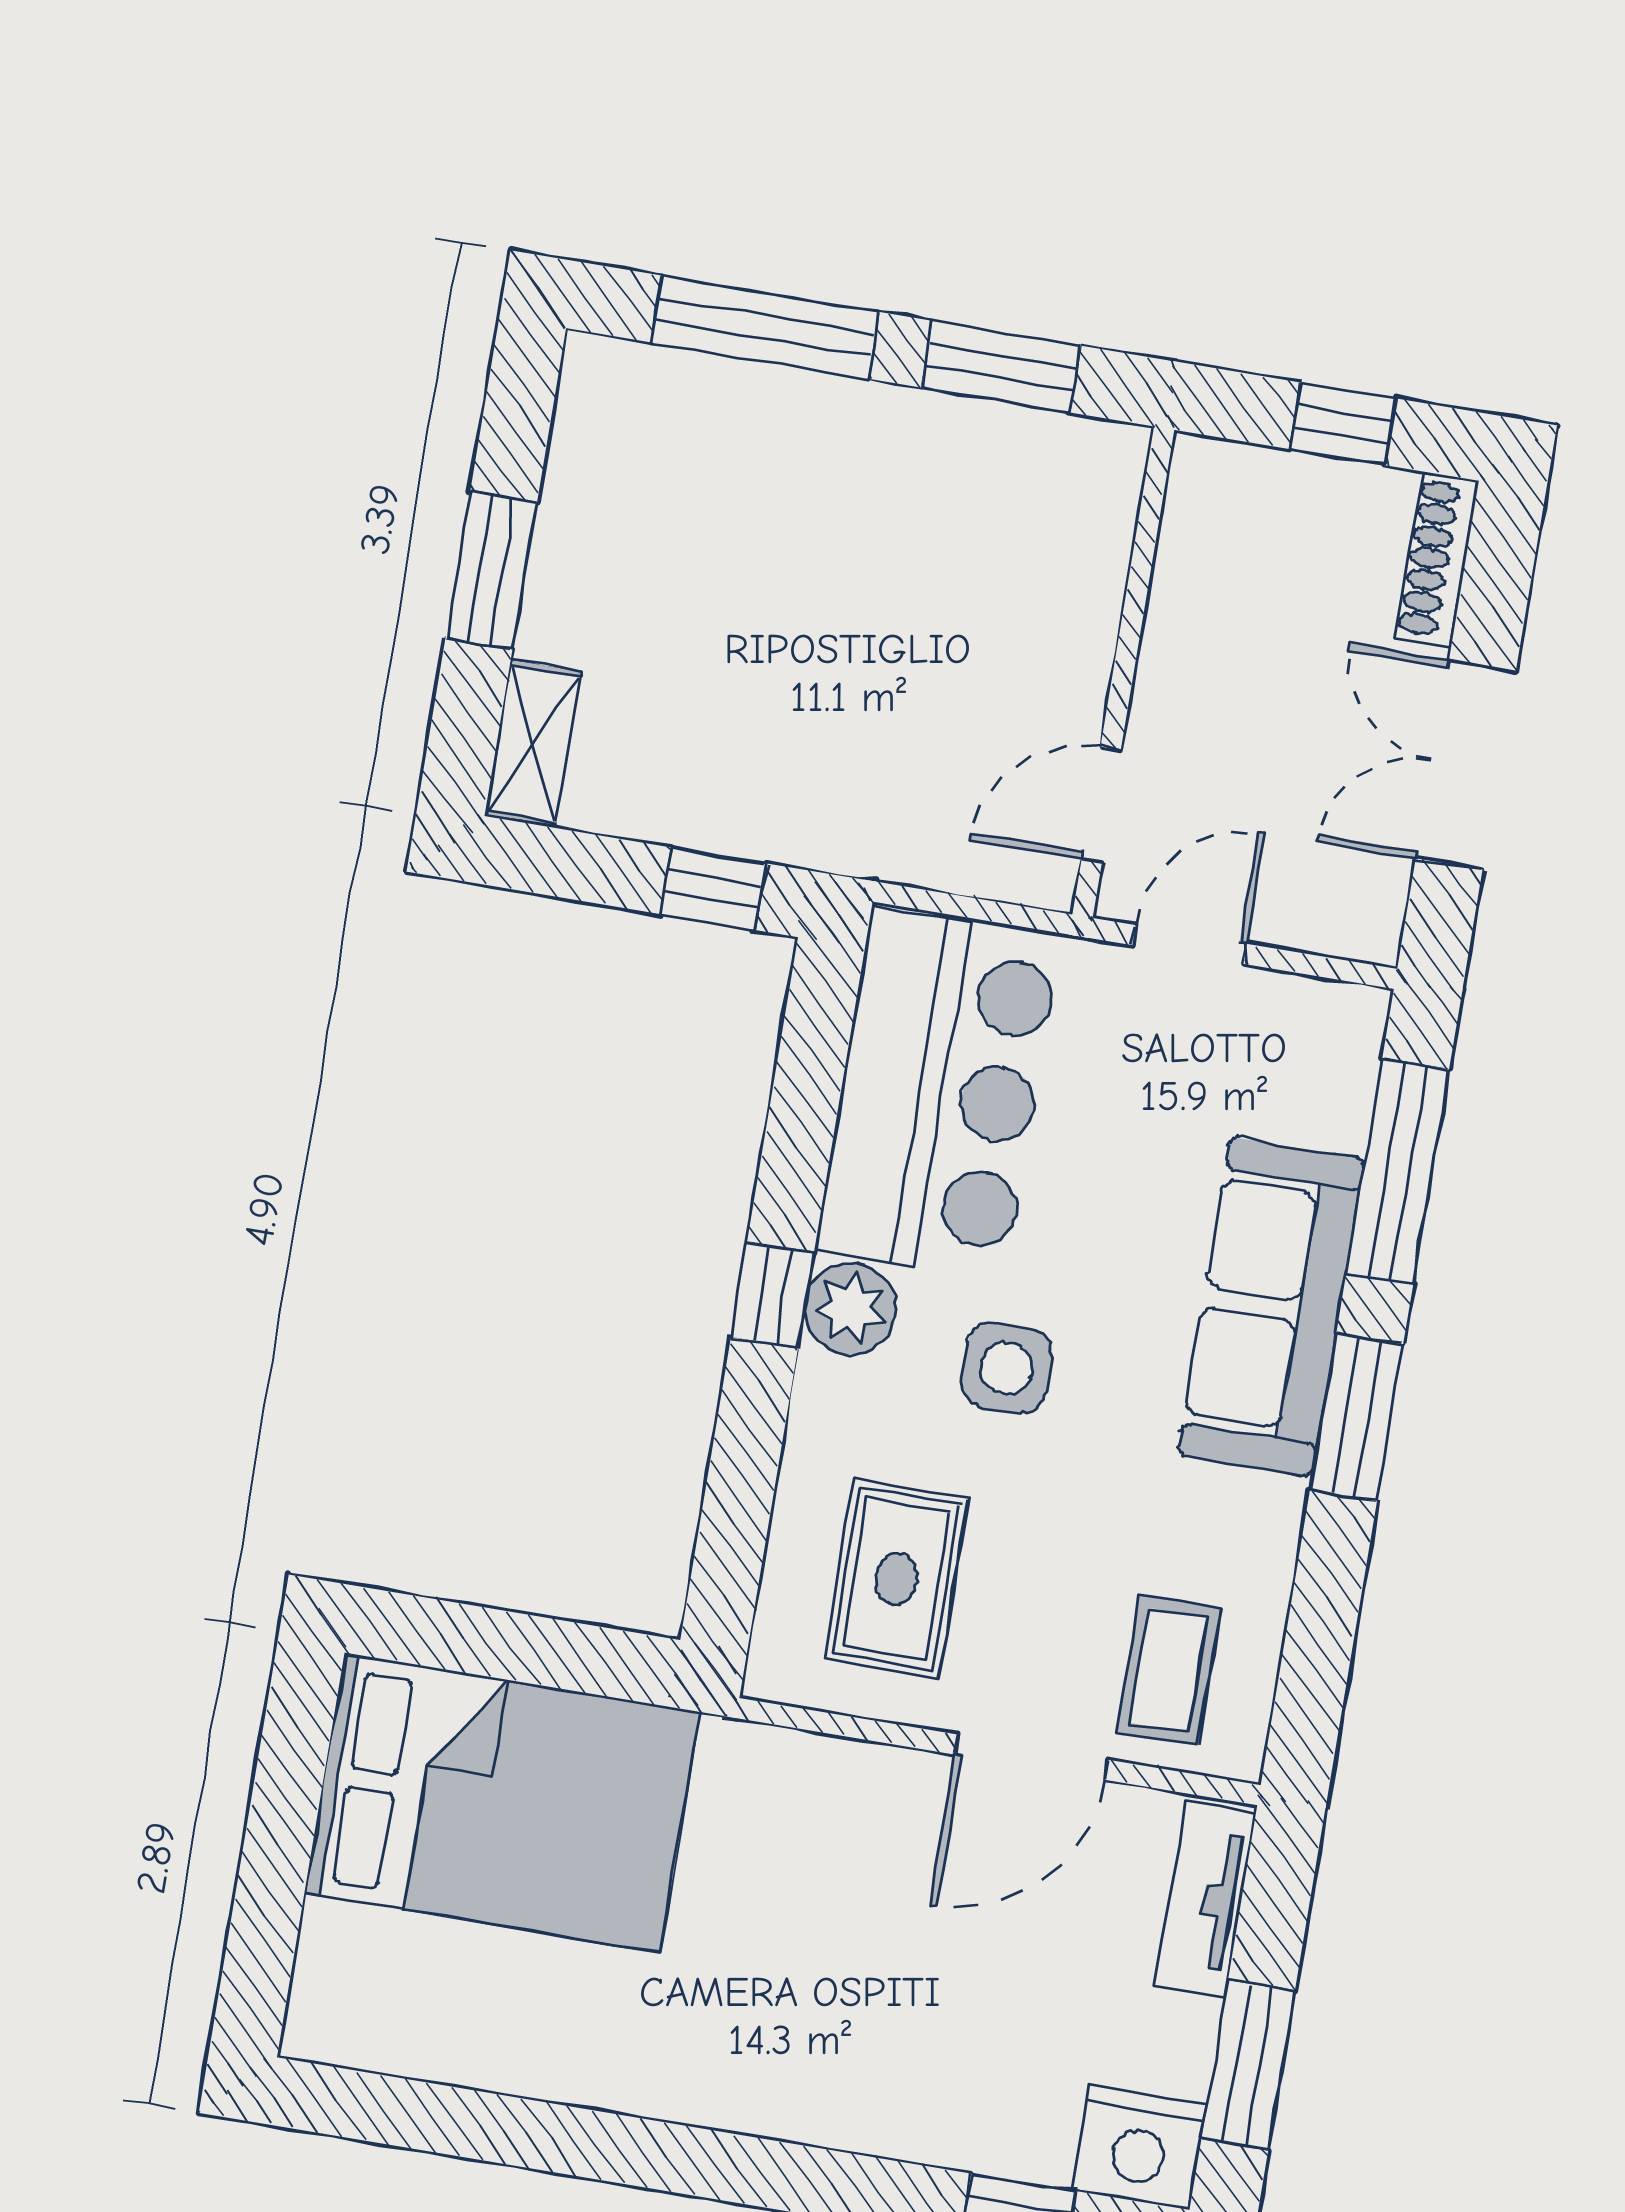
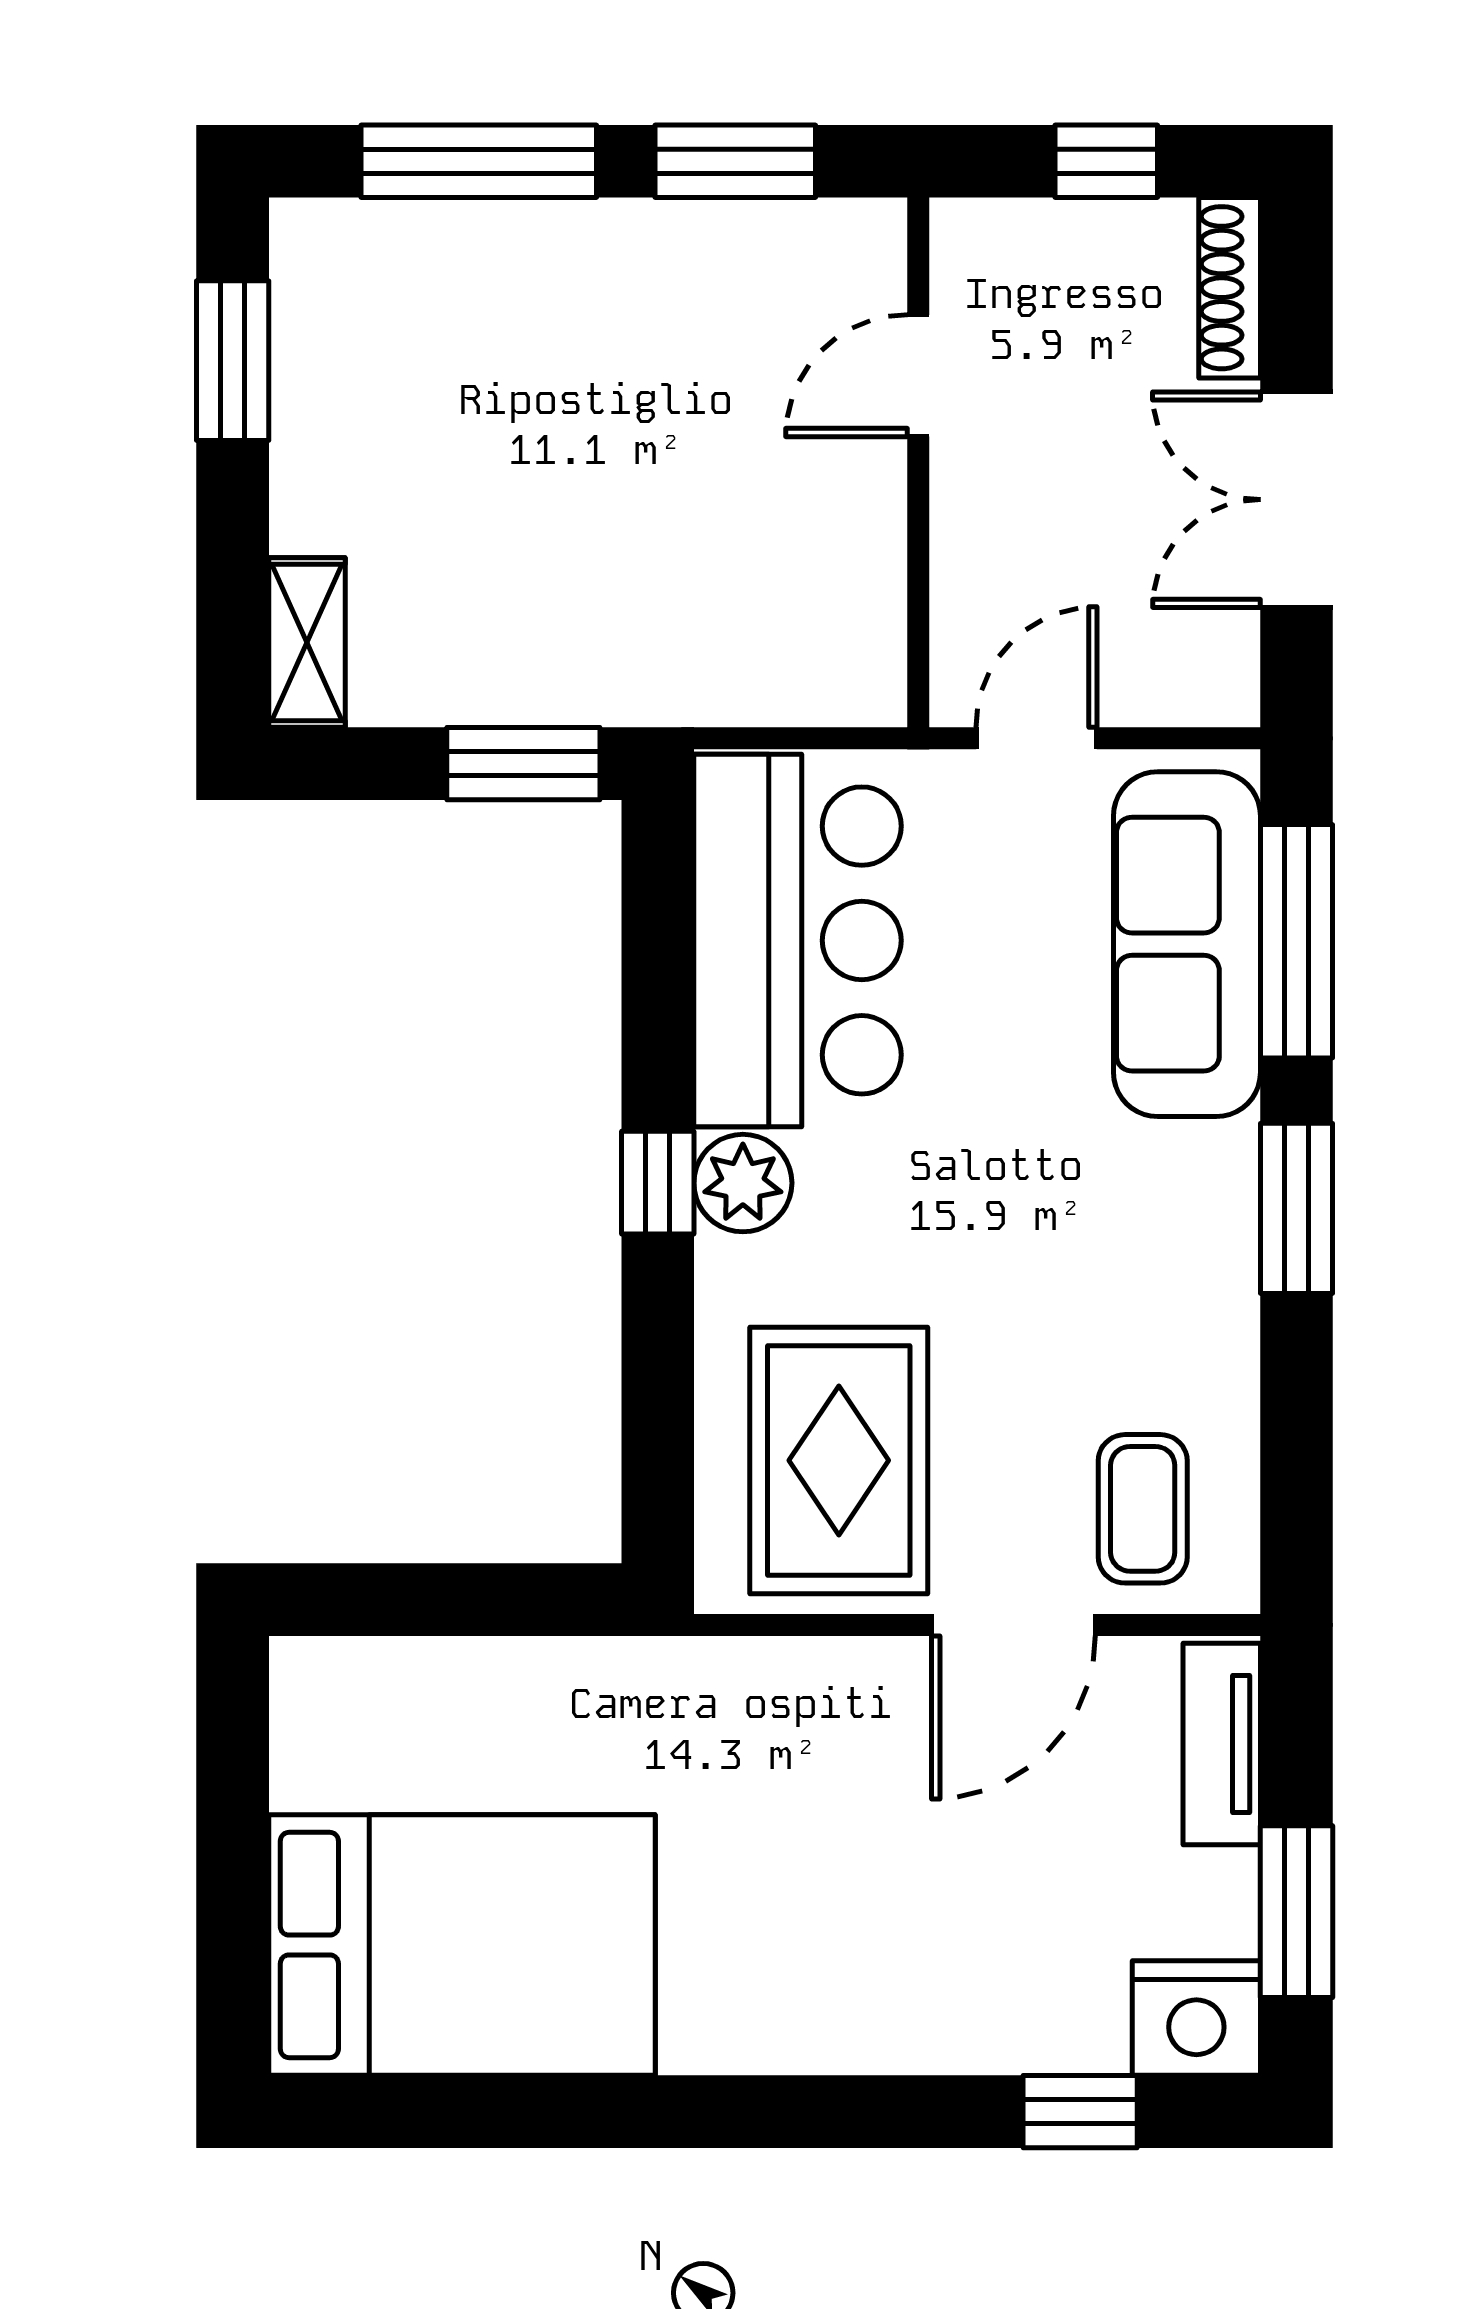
window: (491, 570) -> (233, 361), moved
door: (1101, 804) -> (918, 376), moved
window: (713, 889) -> (523, 764), width x1.50
sofa: (1271, 1307) -> (1187, 944), moved
side table: (1007, 1368) -> (918, 1218), removed
rug: (896, 1579) -> (839, 1460), width x1.36, depth x1.43
bed: (502, 1802) -> (462, 1945), moved

